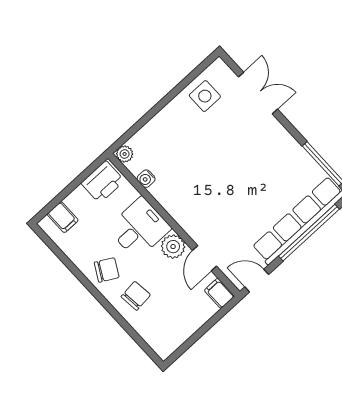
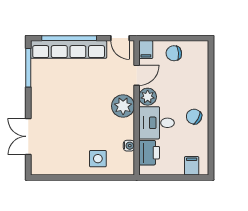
side table: (205, 96) -> (98, 159), moved
plant: (125, 154) -> (123, 106), moved, width x1.88, depth x1.88
printer: (103, 182) -> (149, 153), moved, turned 90
chair: (136, 296) -> (174, 53), moved

